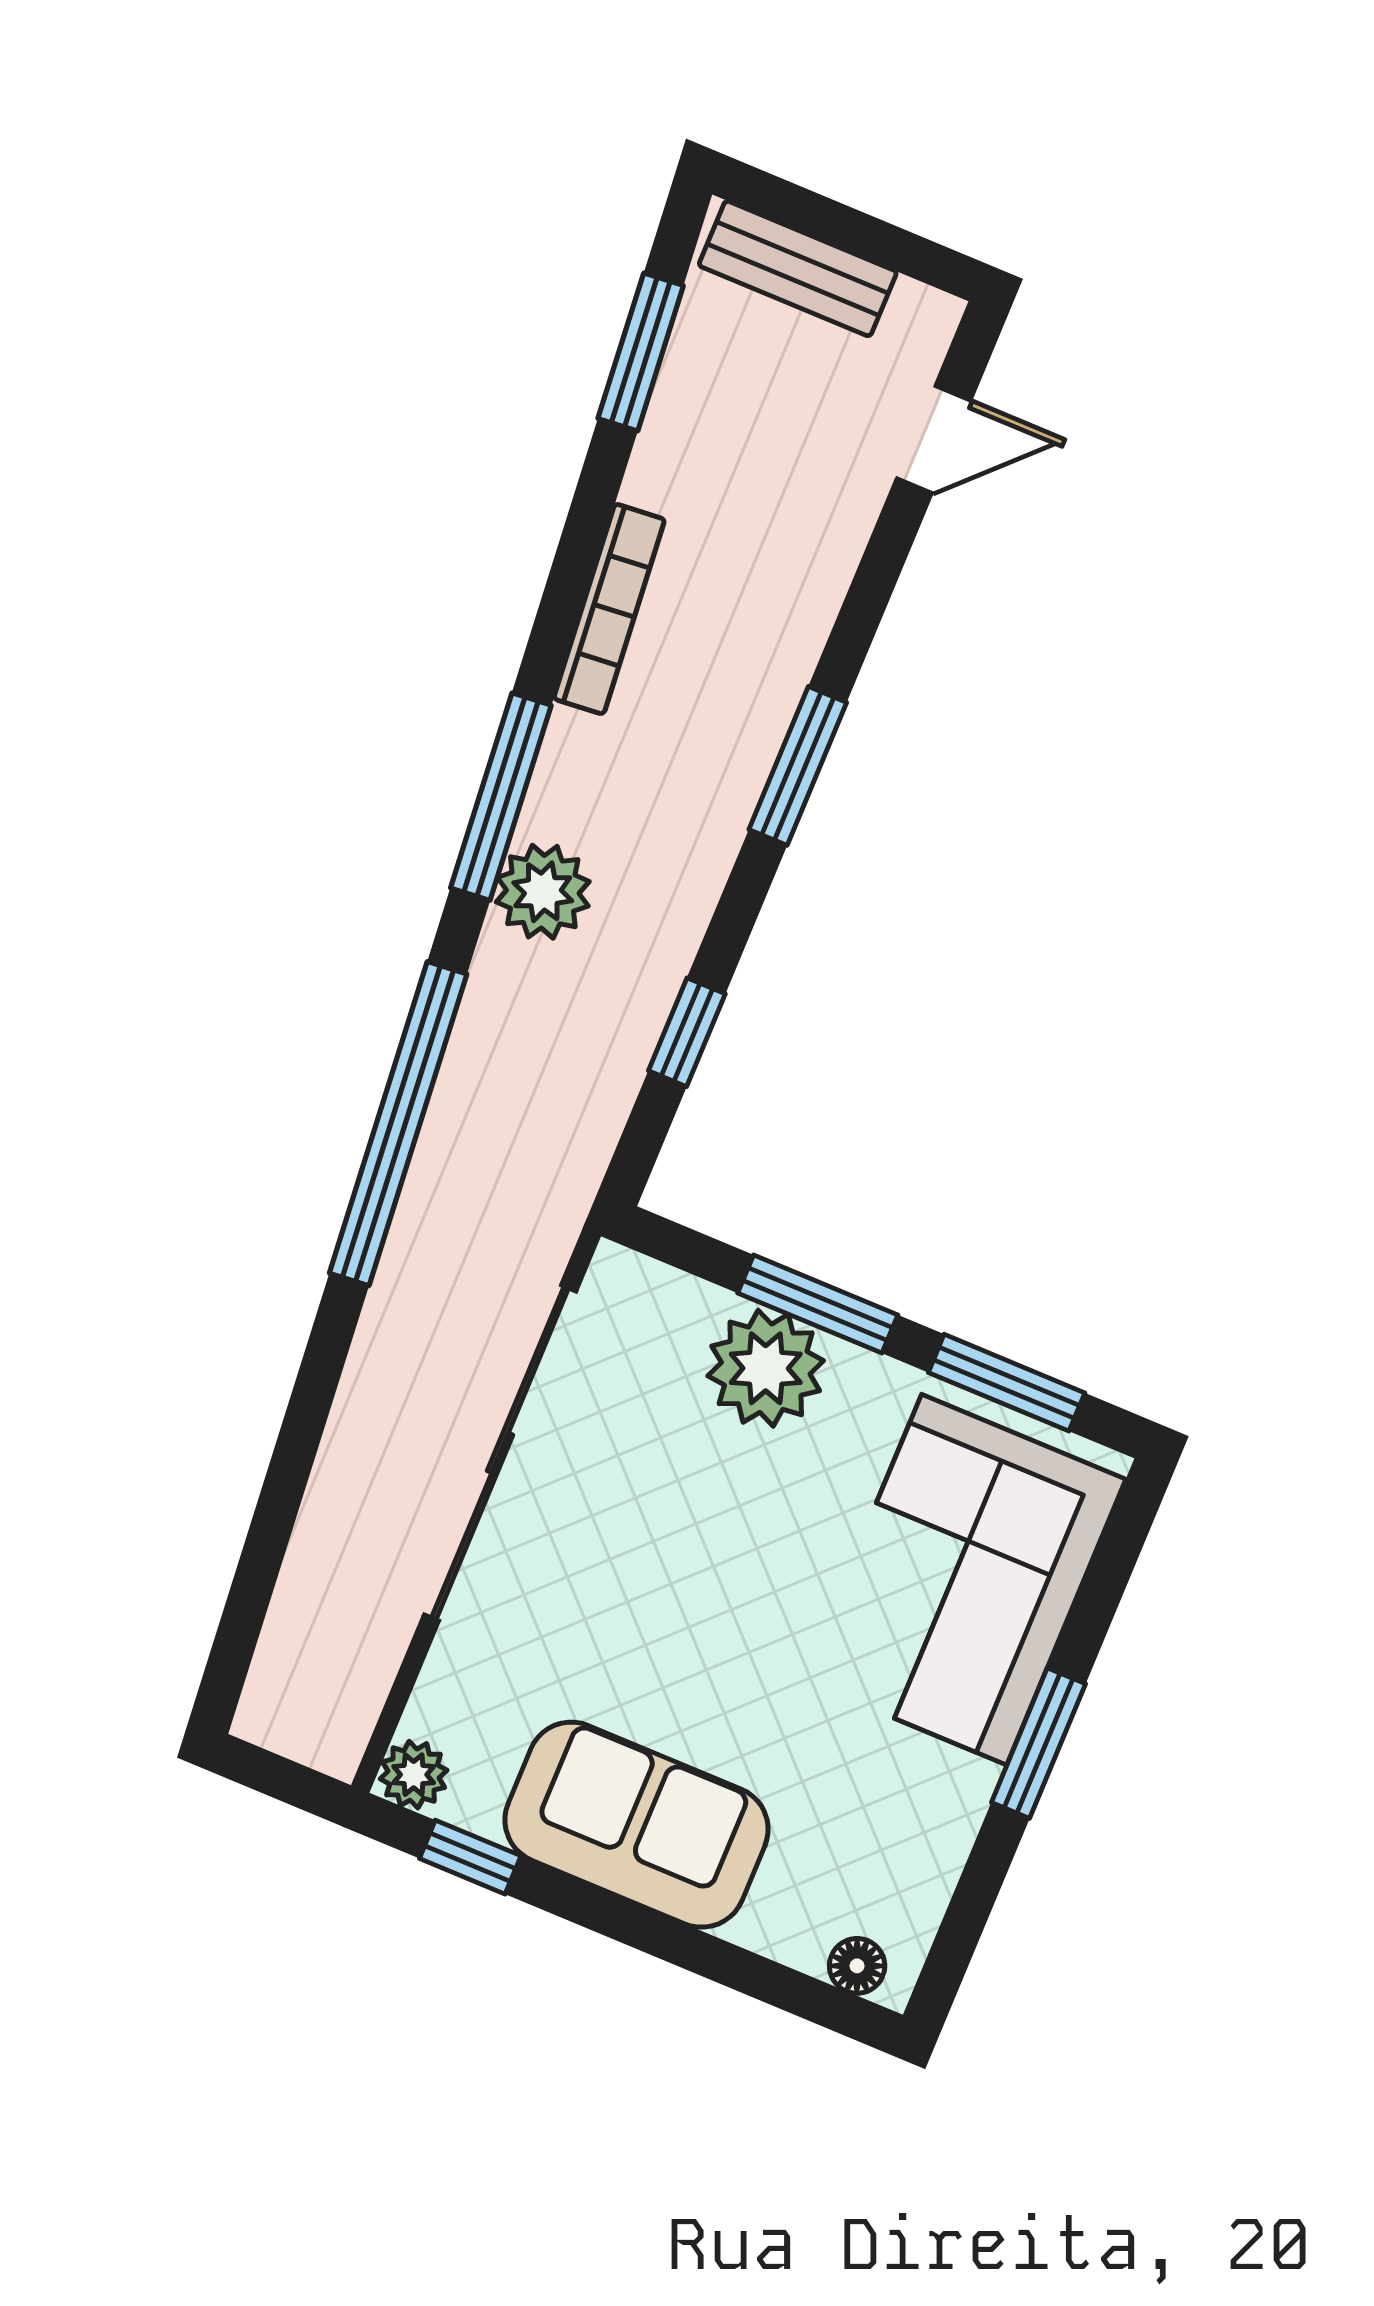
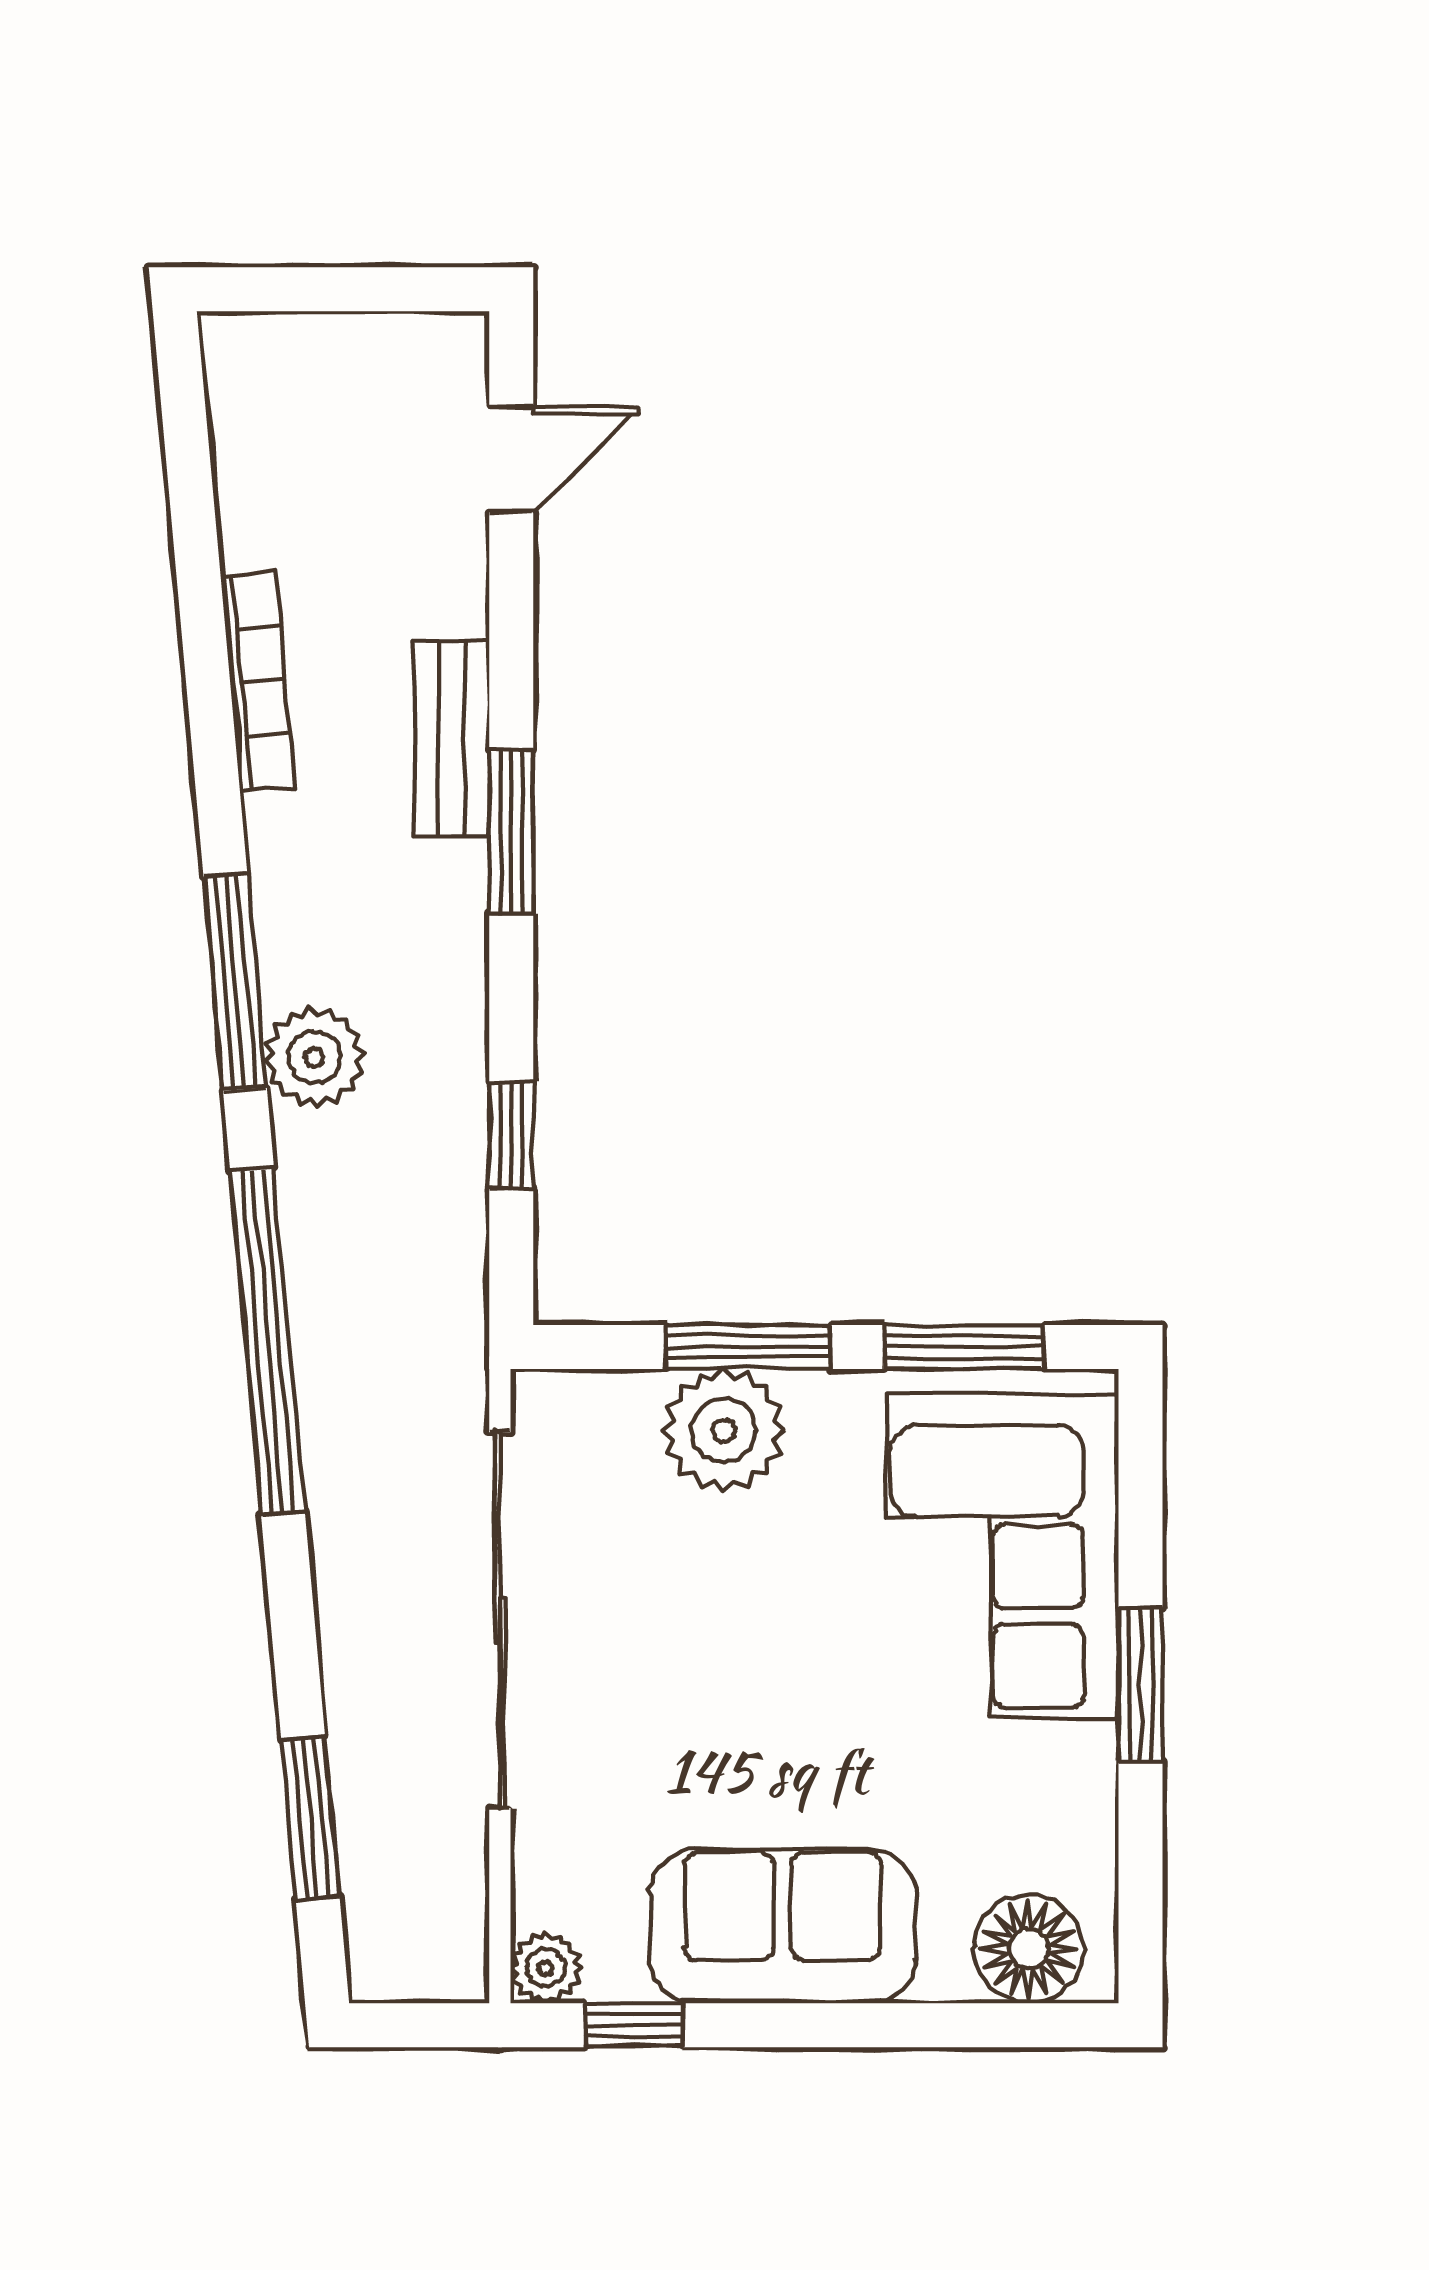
bench: (798, 269) -> (452, 738), moved, turned 90
window: (641, 352) -> (310, 1818), moved
bookcase: (609, 609) -> (258, 682), moved
floor lamp: (857, 1966) -> (1029, 1949), width x1.89, depth x1.89

